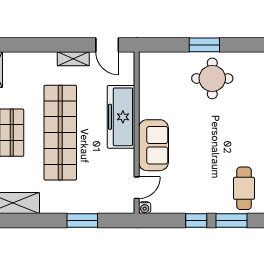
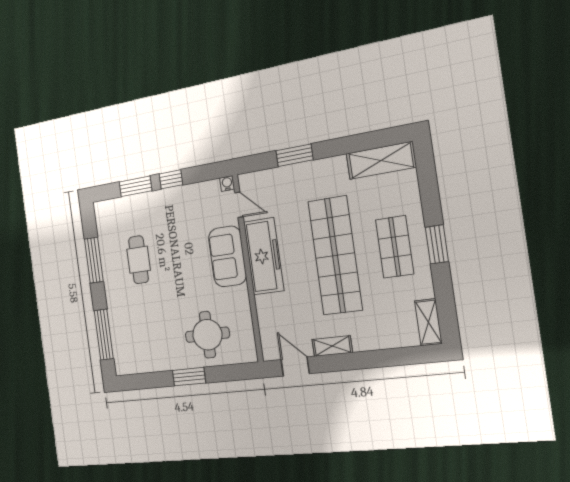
round table: (212, 78) -> (207, 335), moved
freezer: (121, 117) -> (264, 256), moved
door: (137, 188) -> (239, 205), swing flipped
cafe table: (244, 188) -> (139, 260), moved

